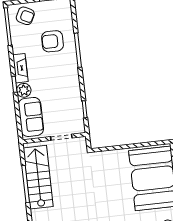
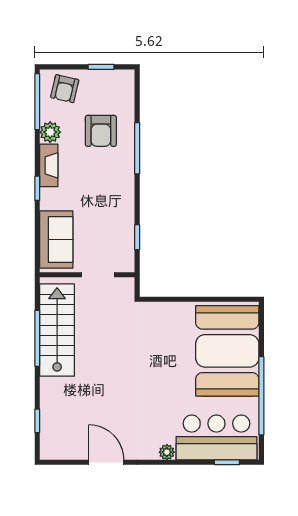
armchair: (25, 16) -> (65, 89), turned 76
armchair: (53, 41) -> (101, 131), turned -90
plant: (24, 90) -> (50, 132), moved

